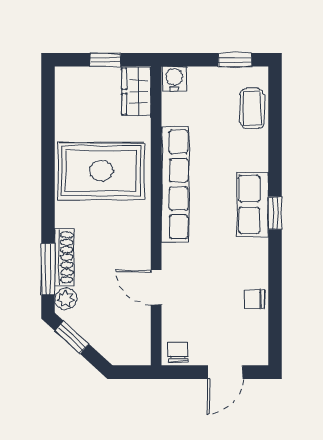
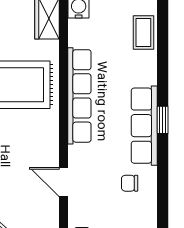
row of seats: (253, 205) -> (144, 126), width x1.48
chair: (254, 299) -> (130, 183), moved

